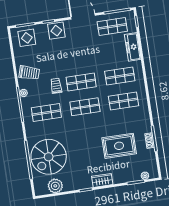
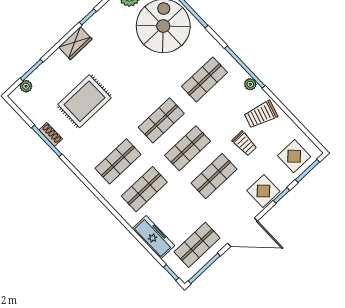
shop shelf: (77, 57) -> (214, 176), added
trolley: (56, 86) -> (244, 144), moved

